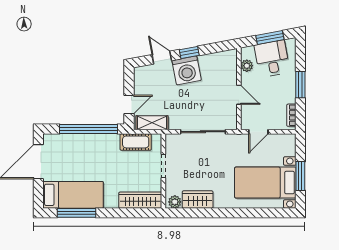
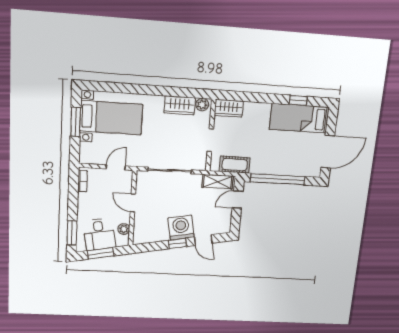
window: (300, 85) -> (72, 233), moved
wardrobe: (140, 200) -> (229, 108), width x0.67
window: (76, 213) -> (298, 100), width x0.46

